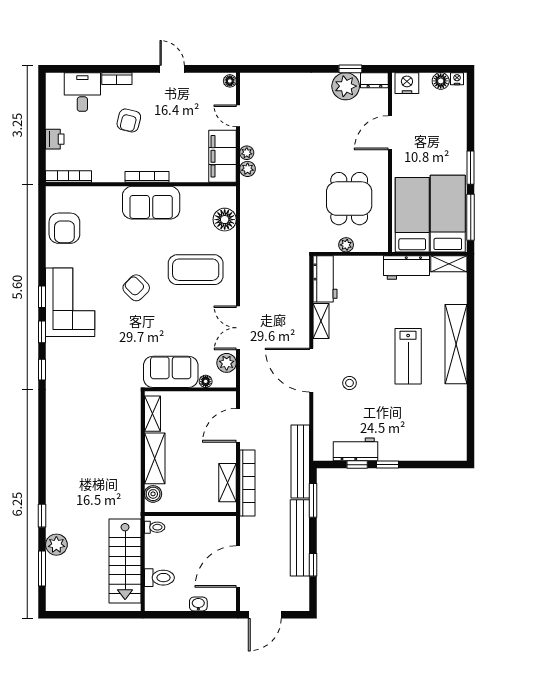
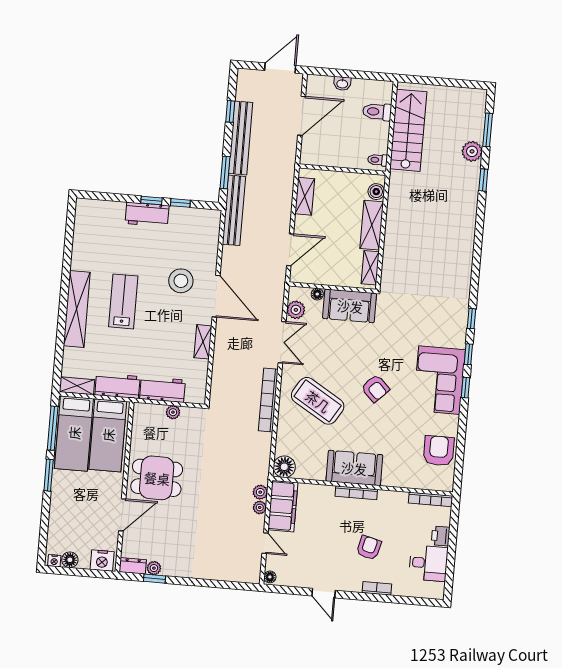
plant: (346, 86) -> (154, 568), width x0.53, depth x0.53
desk: (82, 92) -> (428, 563), moved, turned -90
dining table: (349, 199) -> (157, 478), moved, turned 90
floor lamp: (225, 220) -> (284, 467), moved
coffee table: (196, 270) -> (318, 401), turned 31
workbench: (325, 279) -> (163, 389), moved, turned 90
stool: (349, 383) -> (181, 281), width x1.89, depth x1.89
workbench: (355, 449) -> (147, 215), moved
bookcase: (247, 483) -> (268, 400), moved

